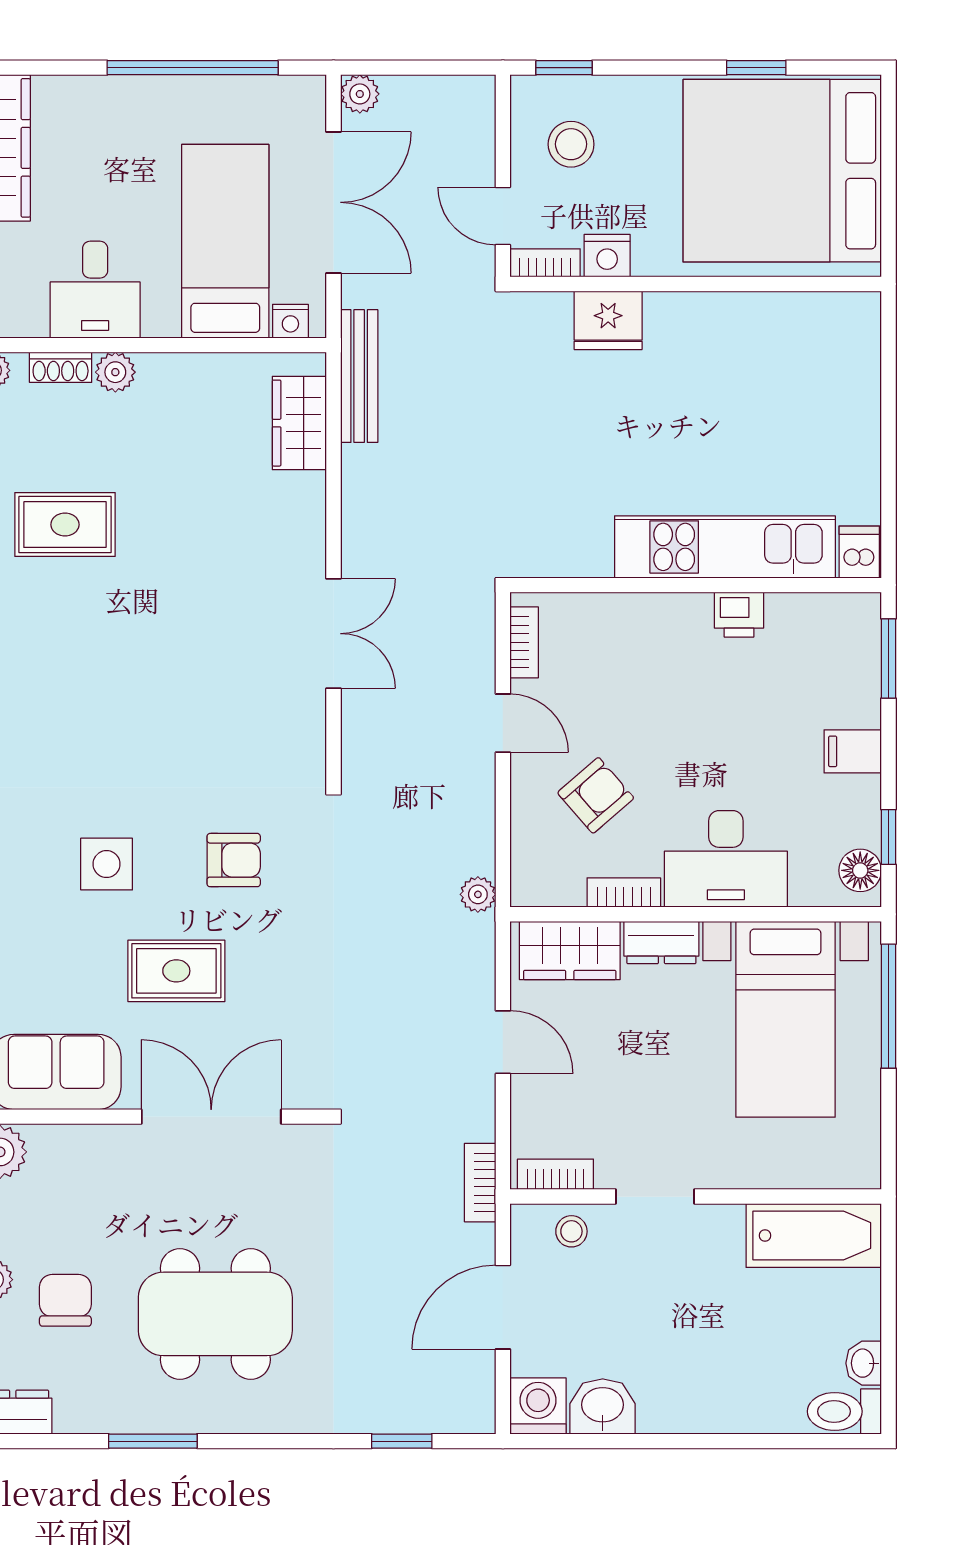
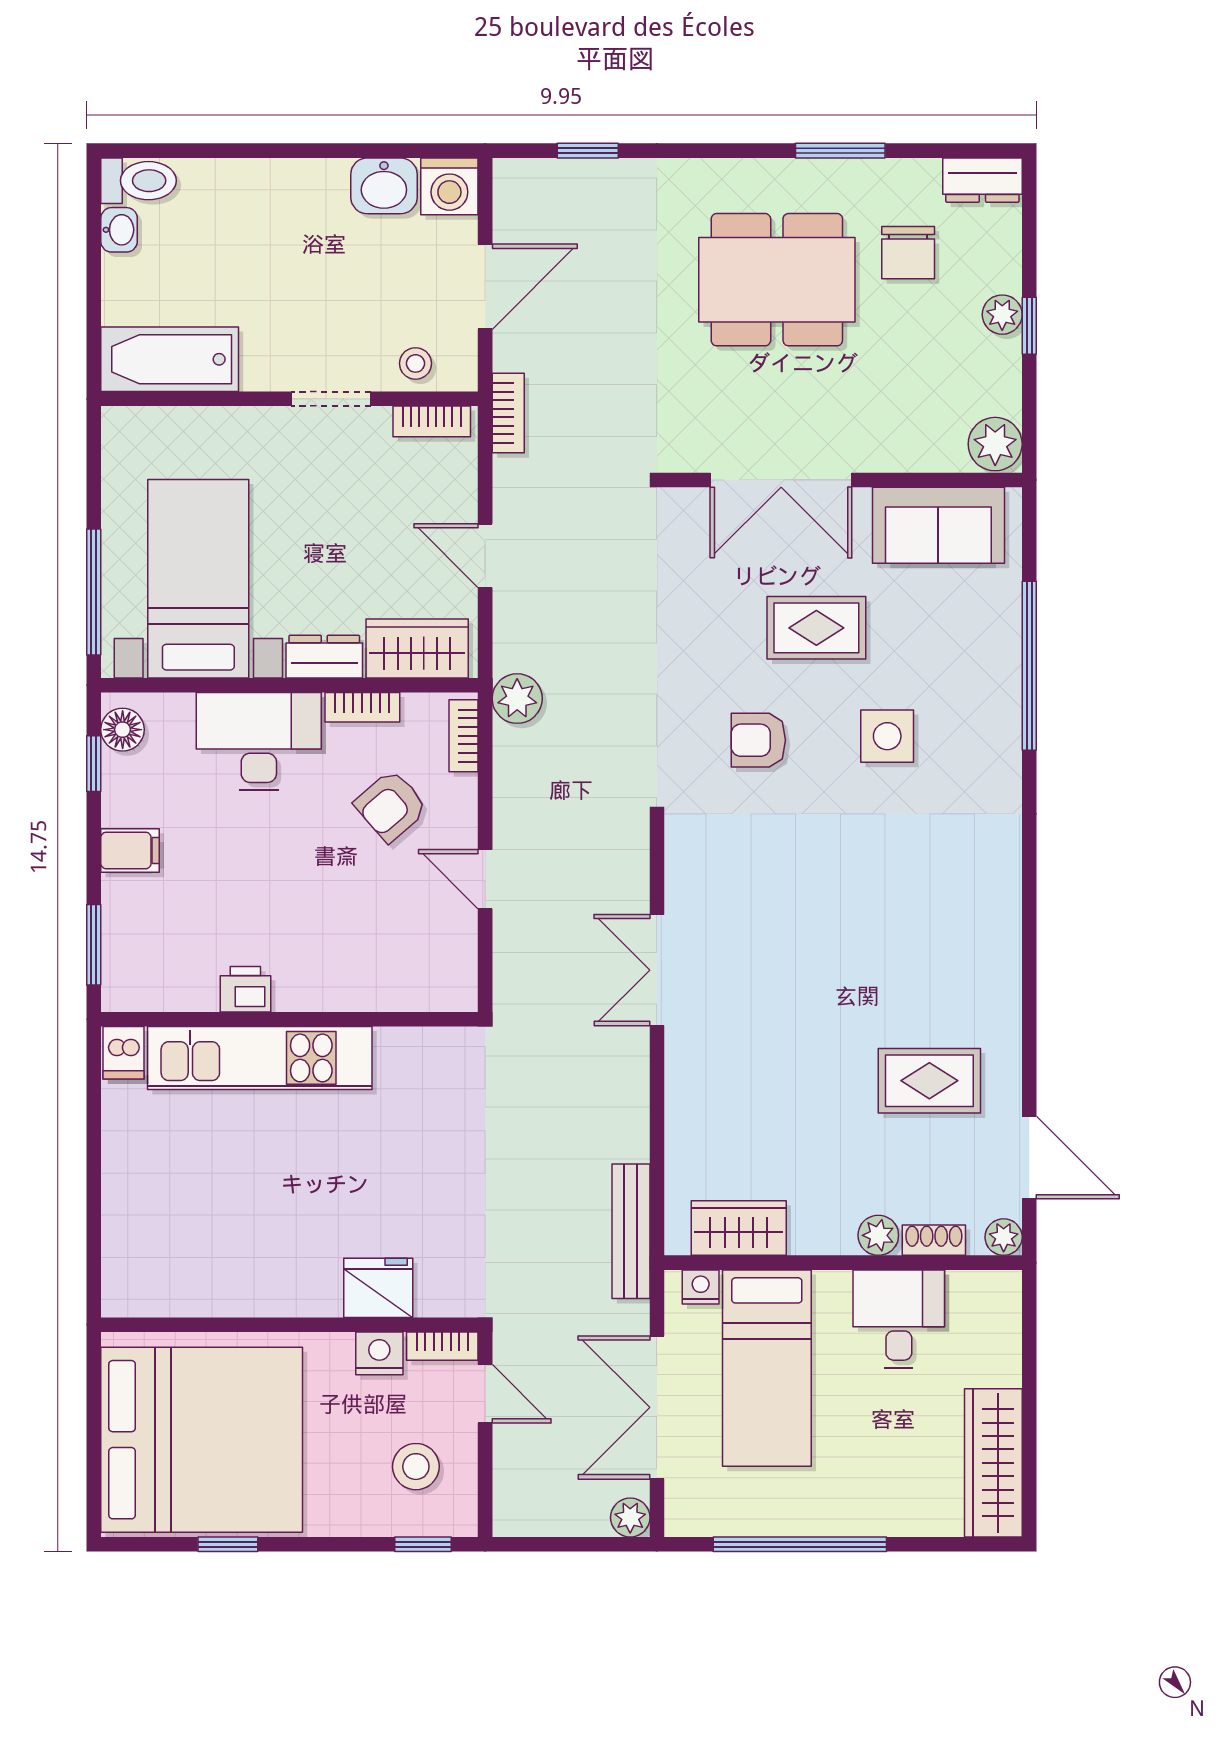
wardrobe: (299, 423) -> (739, 1228), moved, turned -90
bookcase: (524, 642) -> (464, 736), moved
plant: (478, 894) -> (517, 699), width x1.38, depth x1.38
chair: (65, 1300) -> (908, 253), moved

